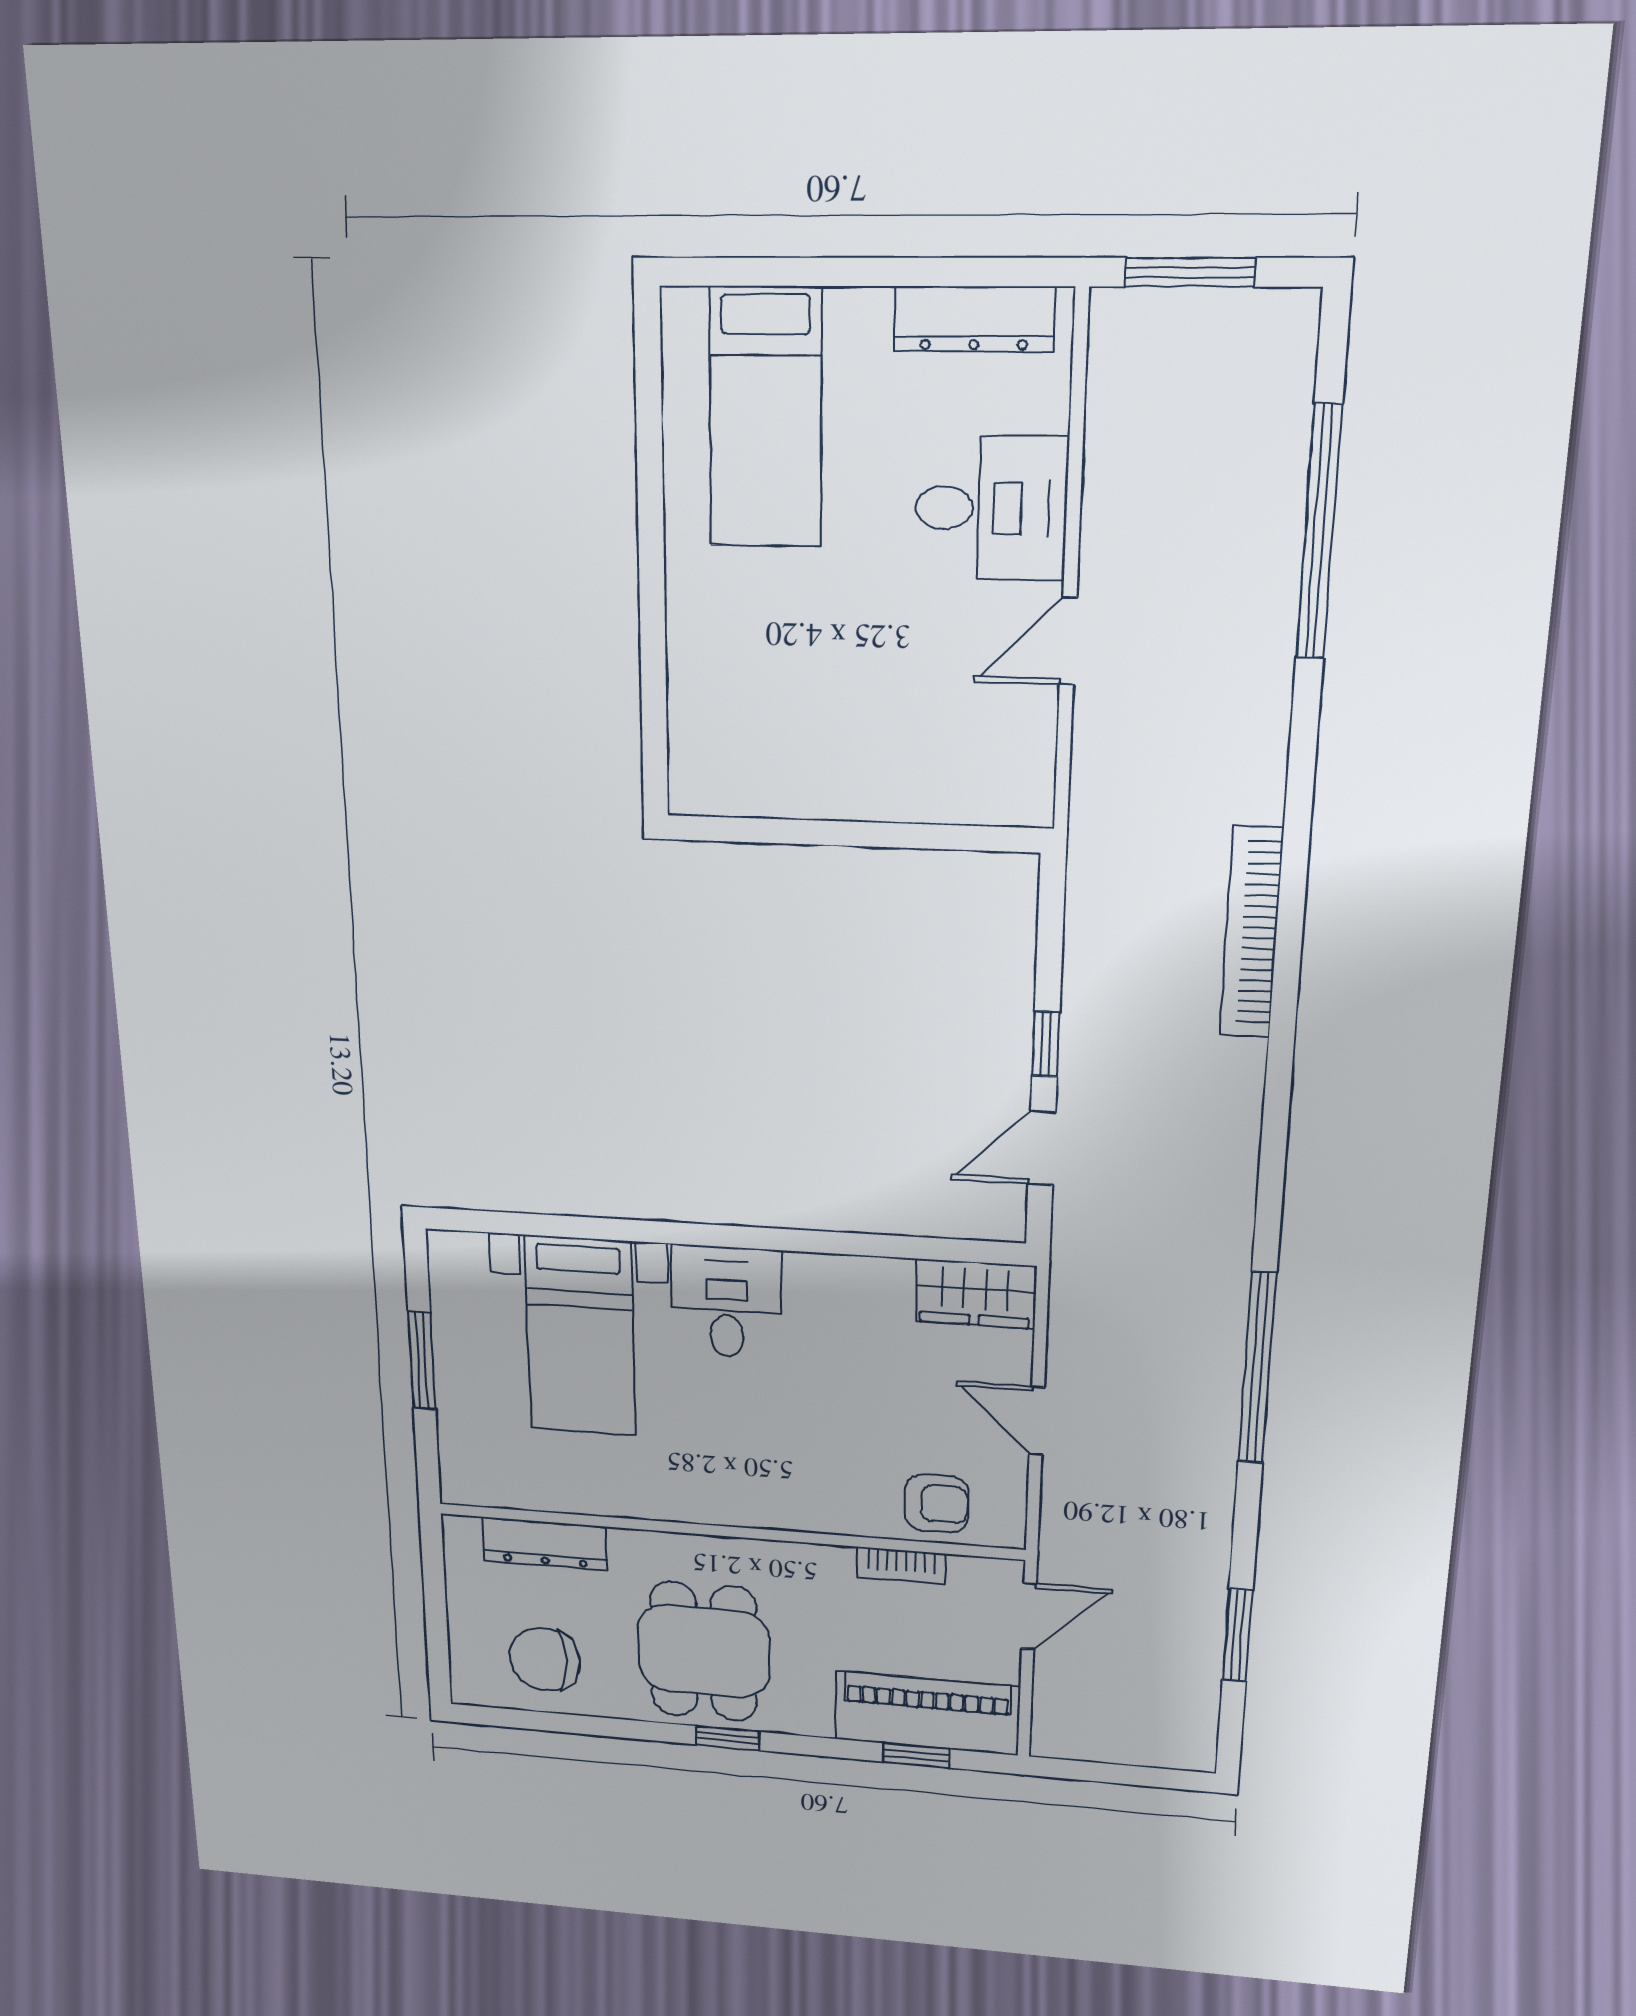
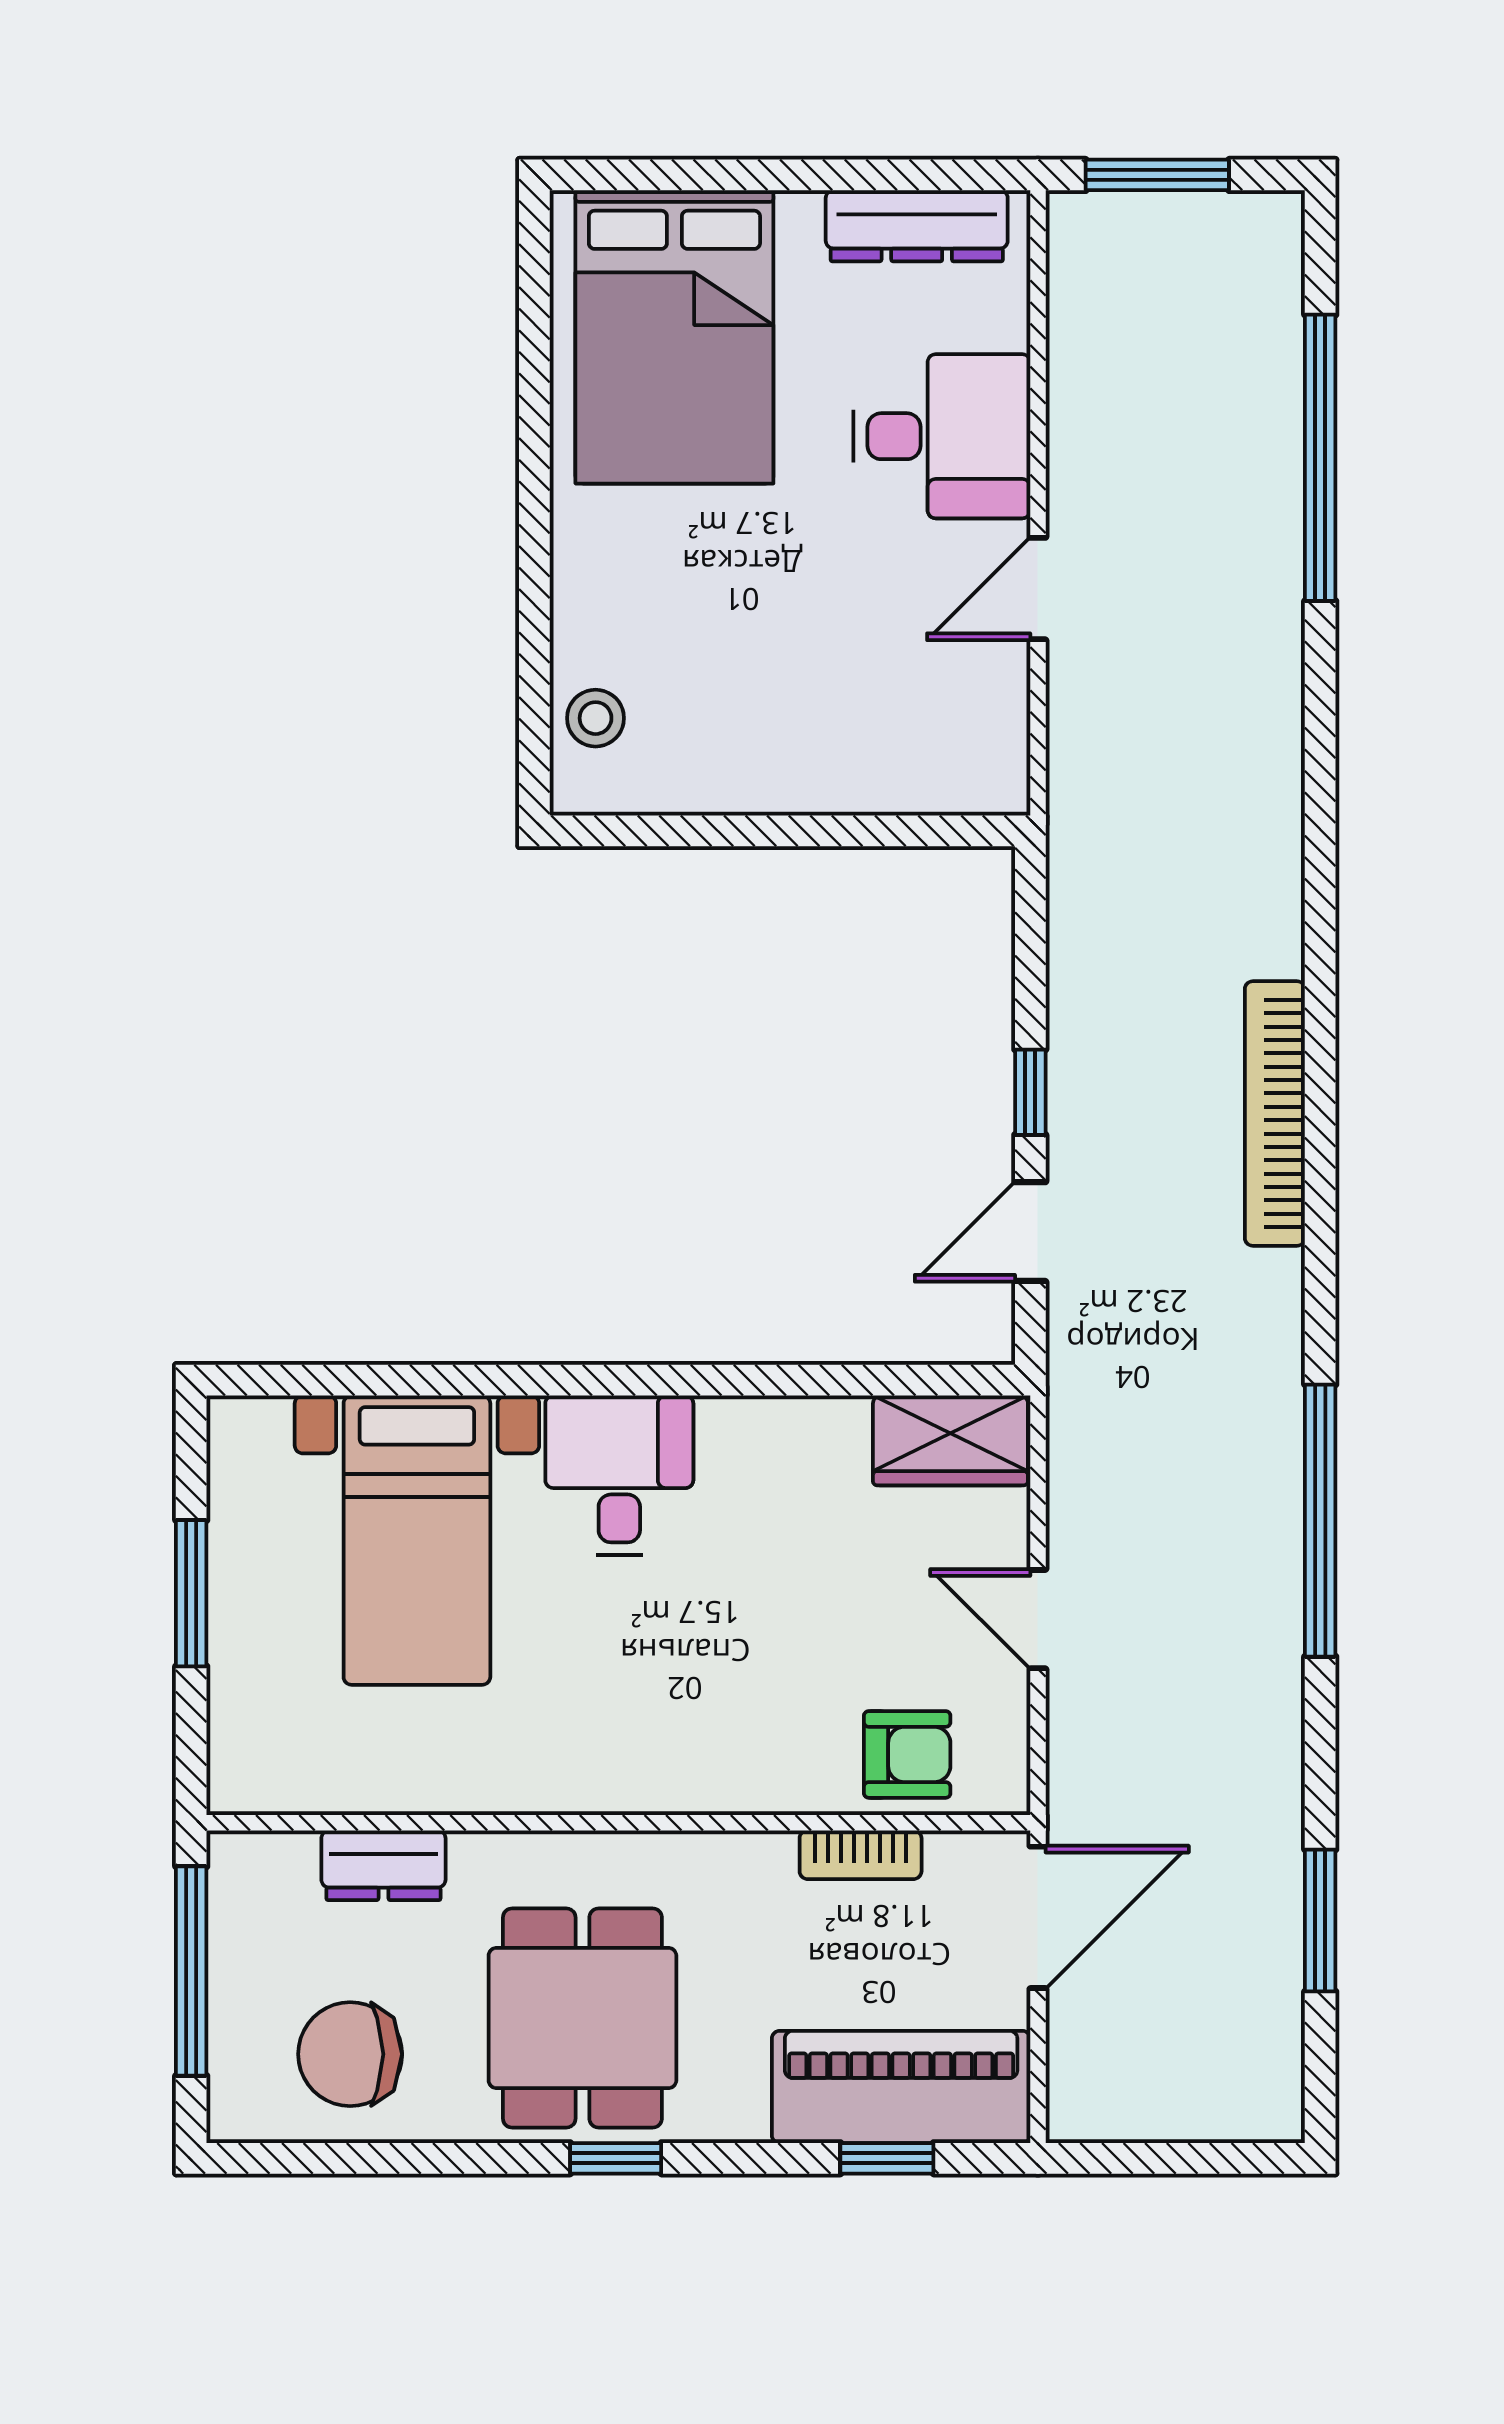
bed: (766, 418) -> (674, 337), width x1.50
stool: (703, 739) -> (596, 718), added
bookcase: (1251, 933) -> (1275, 1113), moved
dresser: (545, 1544) -> (383, 1865), width x0.70
window: (435, 1600) -> (191, 1971), added
door: (1029, 1616) -> (1038, 1917), width x1.38

